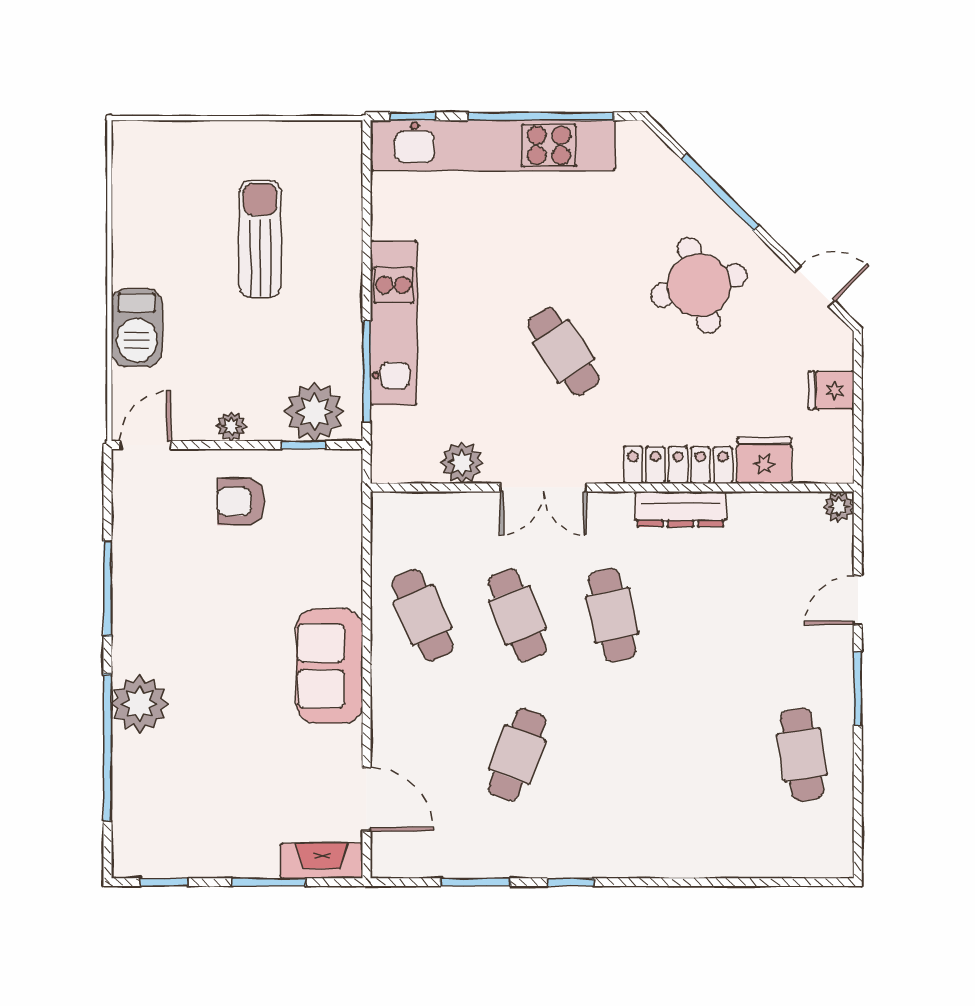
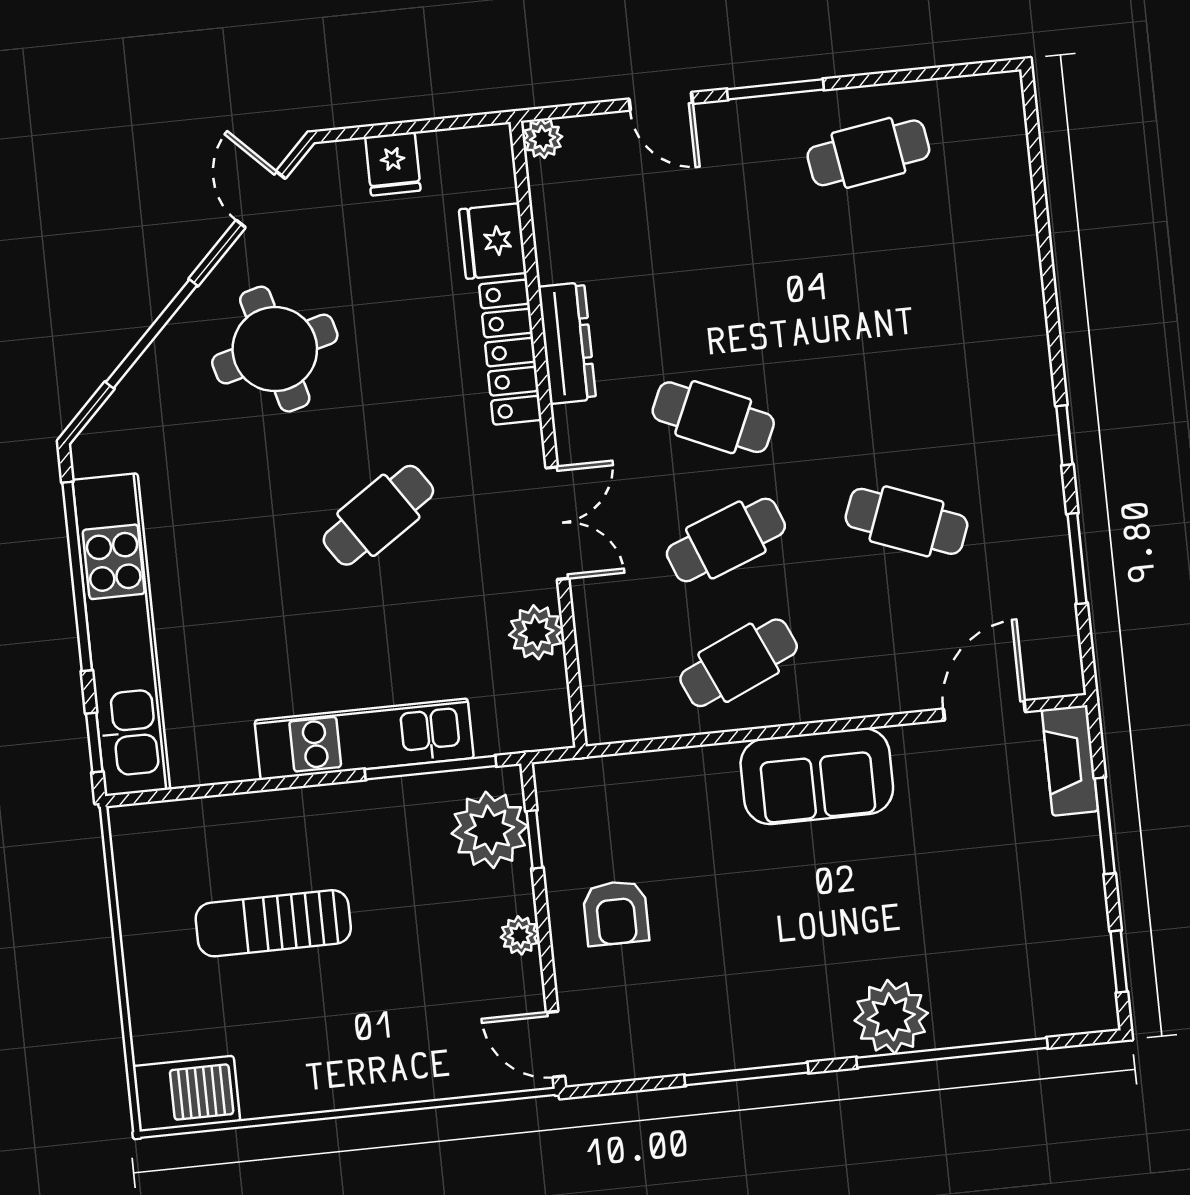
barbecue: (137, 328) -> (187, 1094), moved
cafe table: (612, 615) -> (713, 417), turned 36

